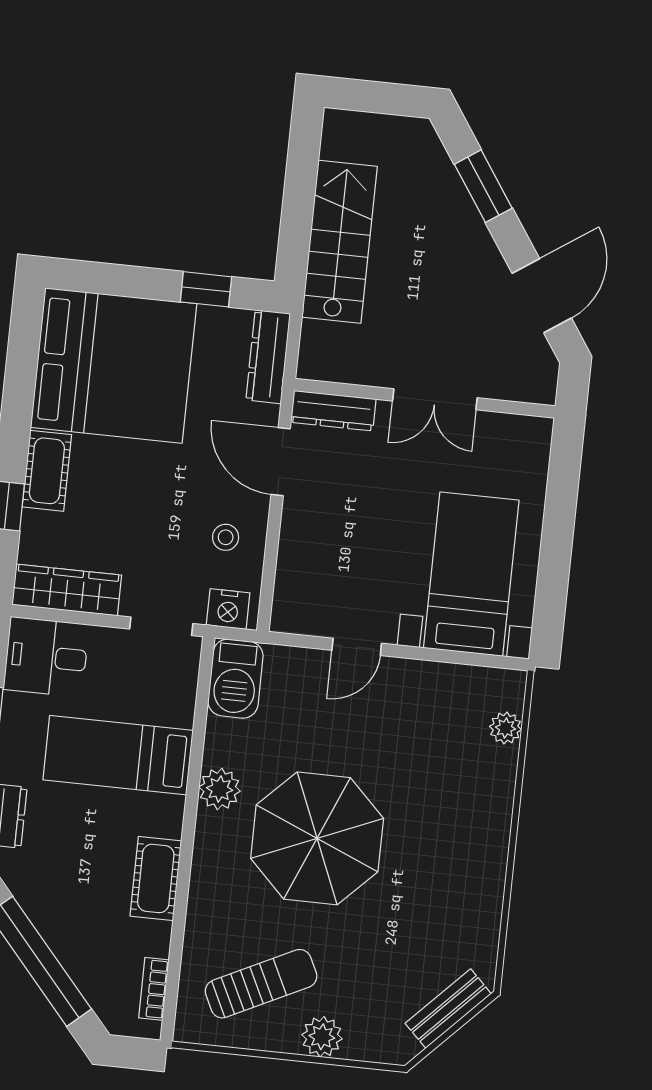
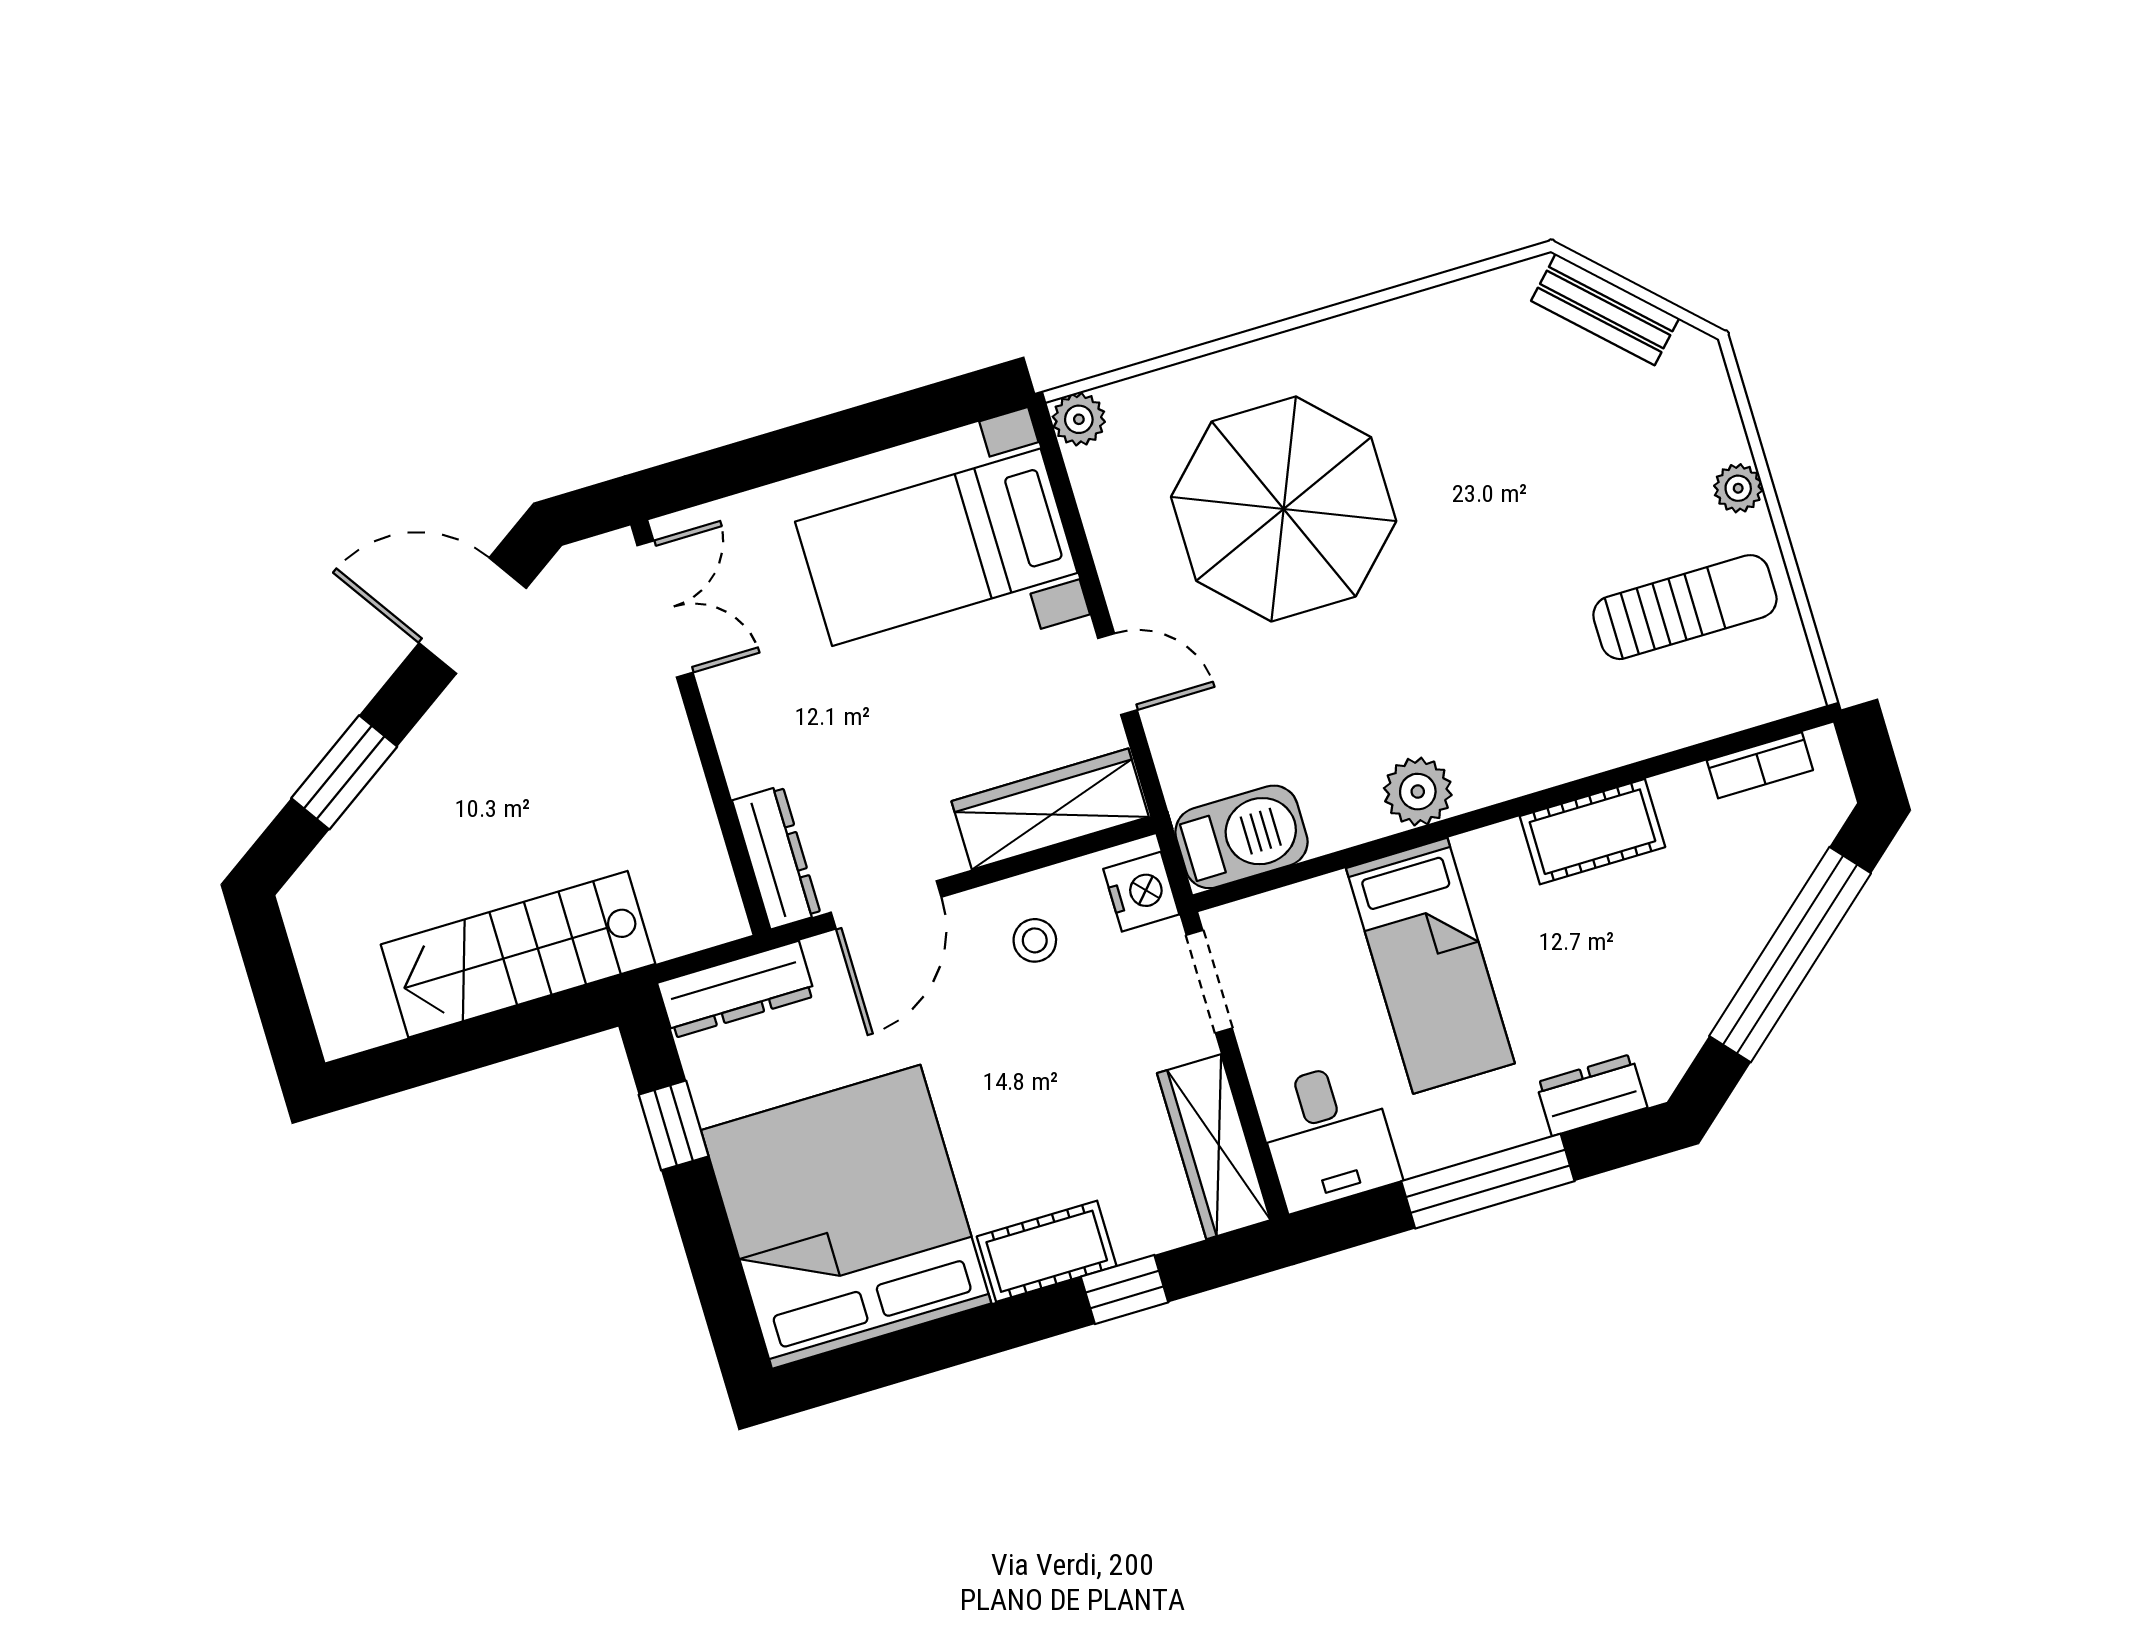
double door: (435, 399) -> (665, 609), moved
wardrobe: (296, 577) -> (1050, 809), added
plant: (506, 728) -> (1079, 419), moved
parasol: (317, 838) -> (1284, 509), moved
sun lounger: (261, 984) -> (1685, 607), turned 116
plant: (322, 1037) -> (1738, 488), width x0.73, depth x0.73

